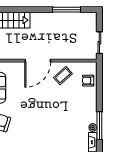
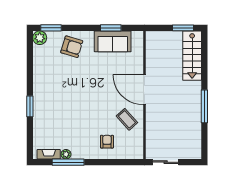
window: (66, 10) -> (204, 106), moved
armchair: (88, 81) -> (107, 142), moved

